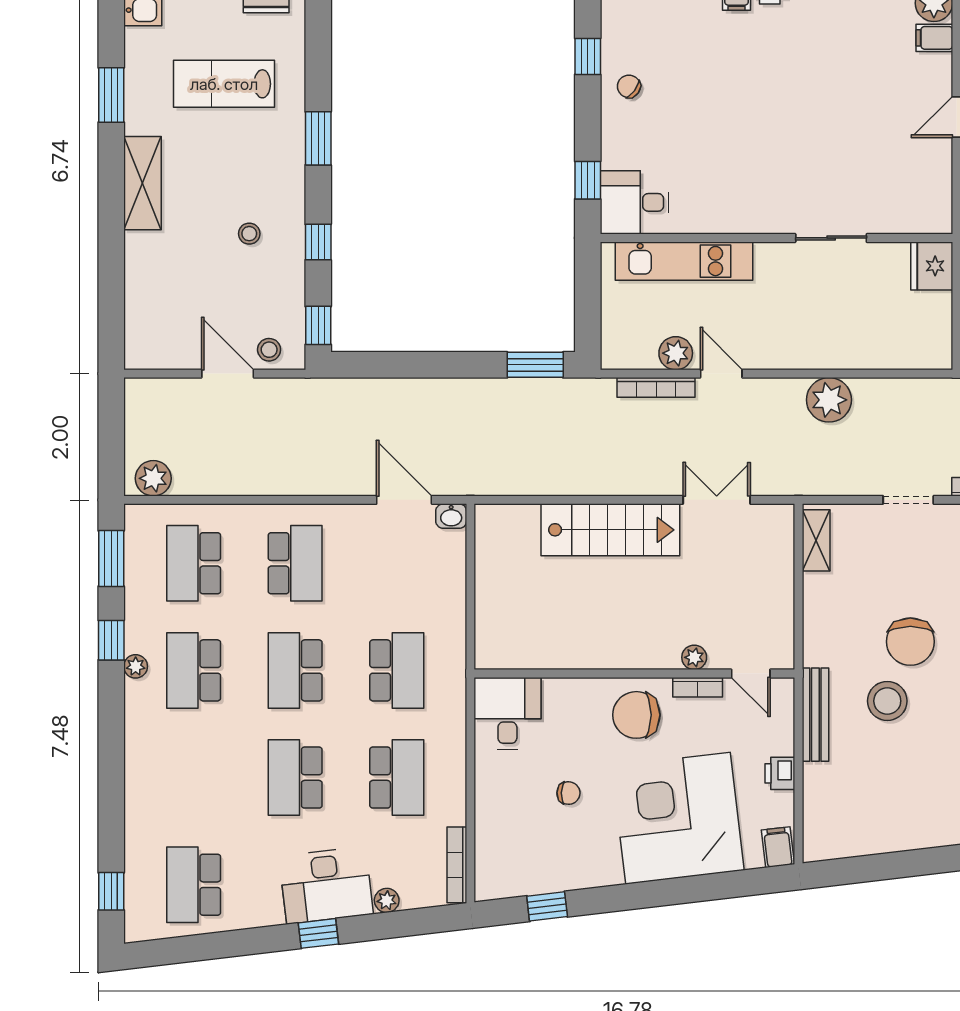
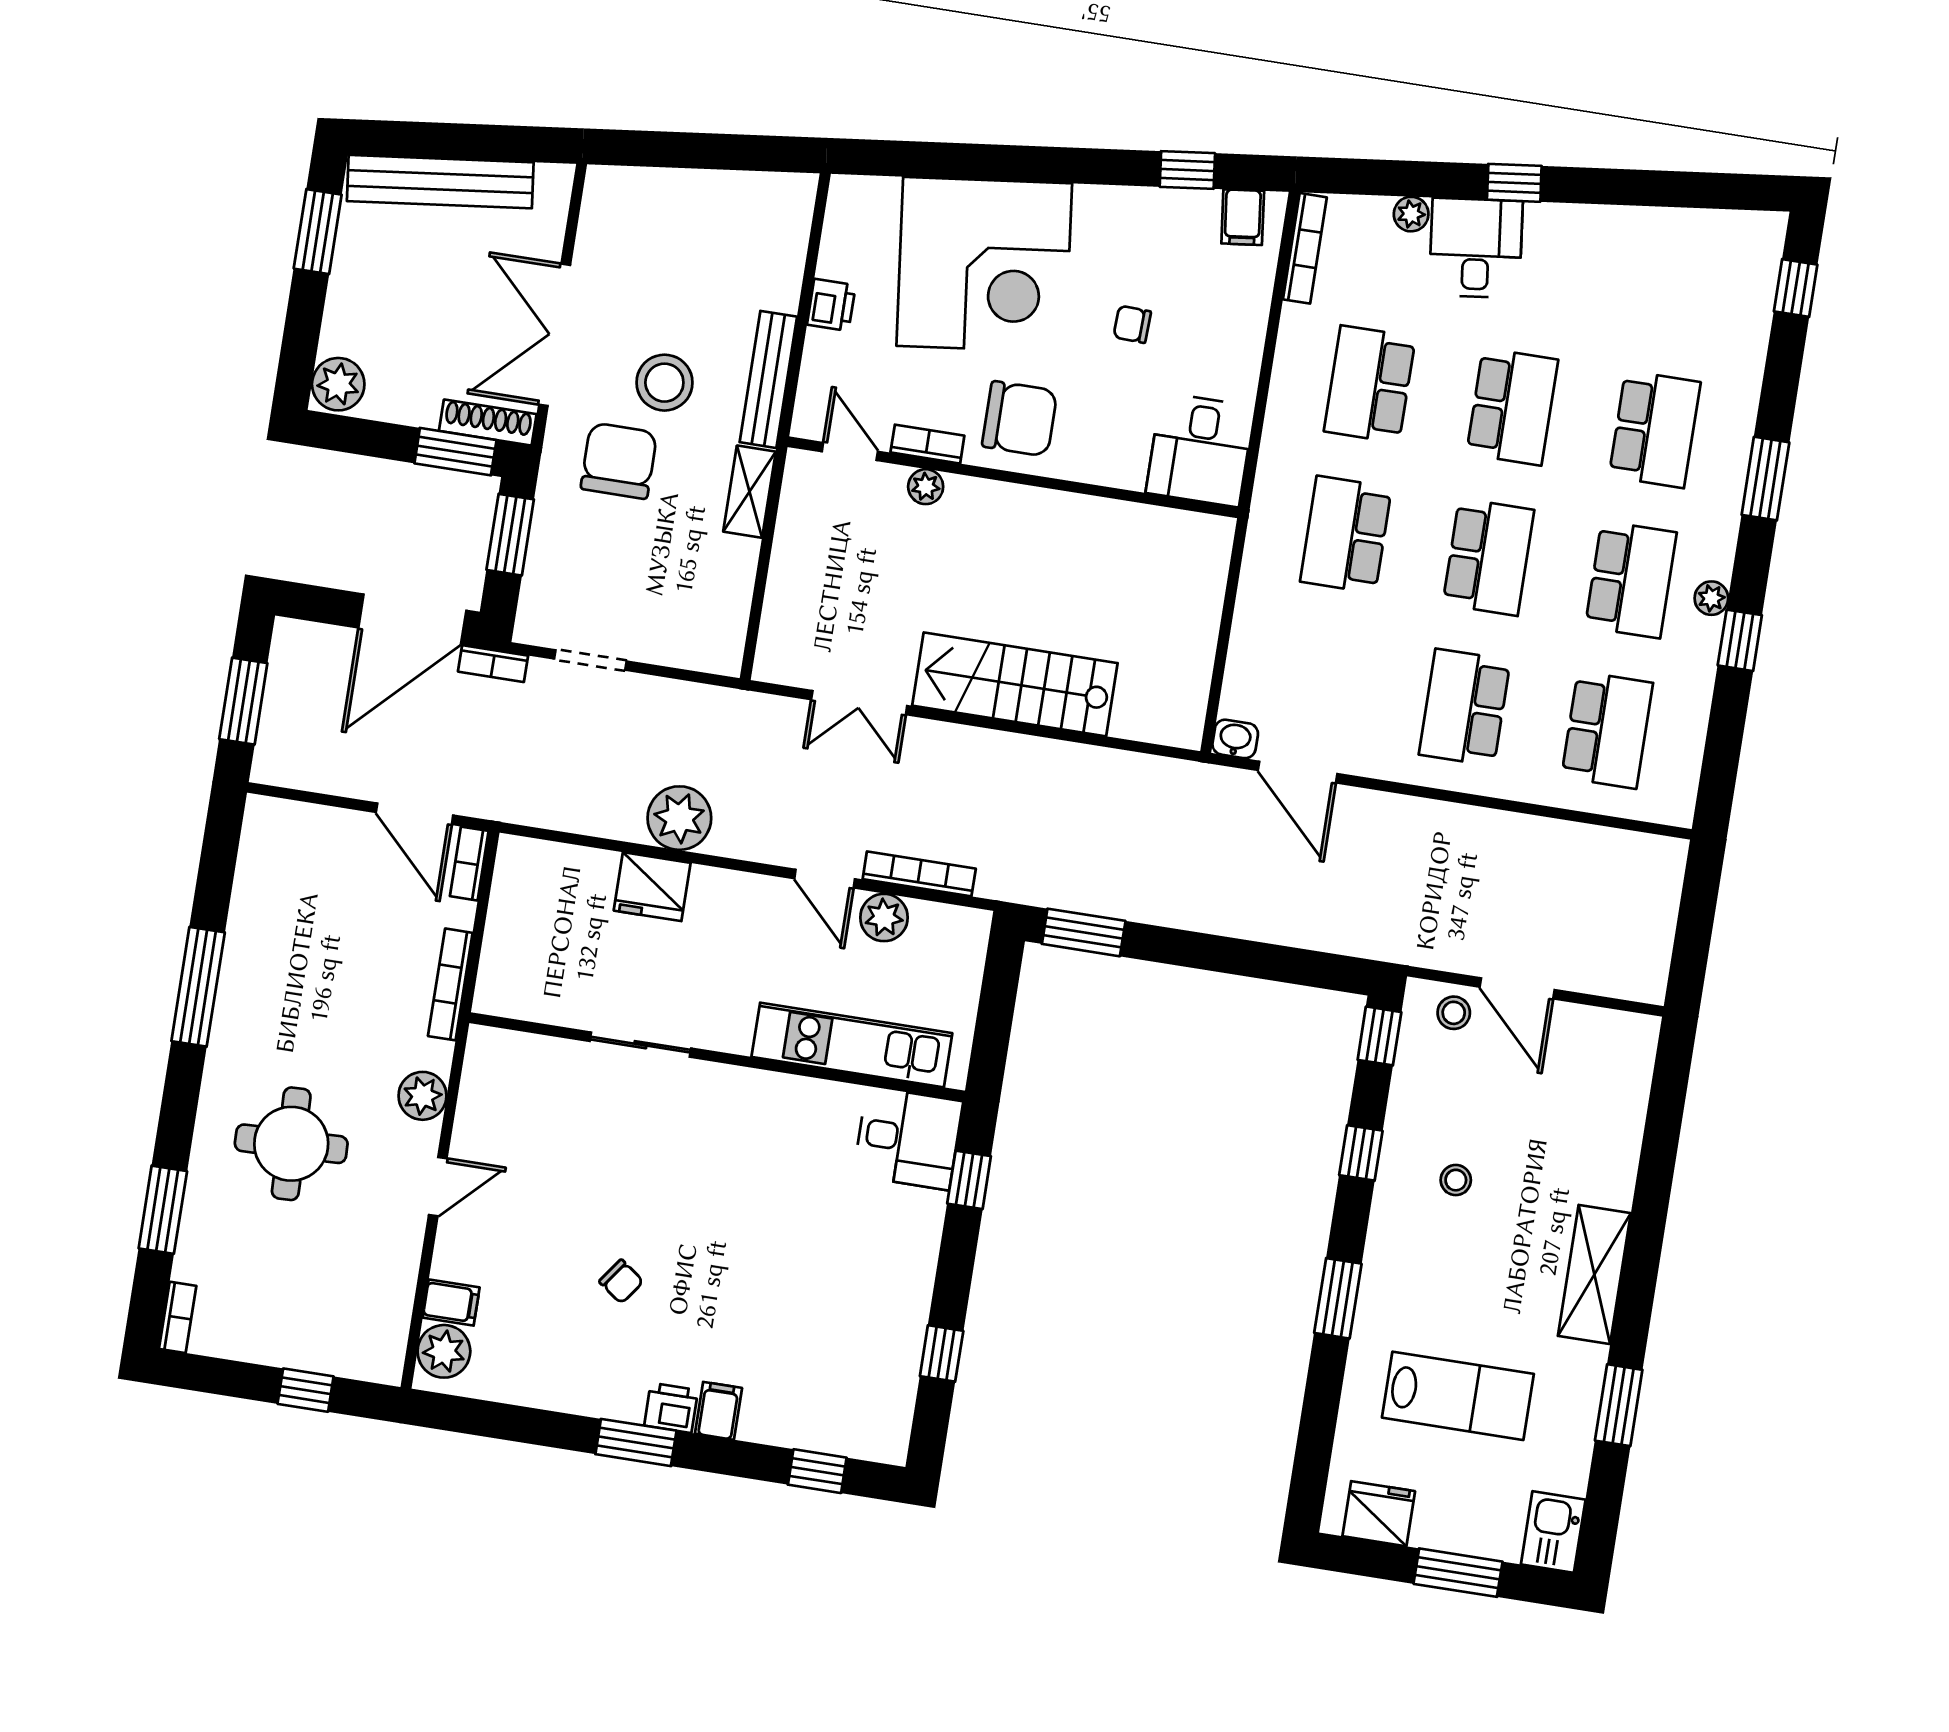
chair: (629, 86) -> (621, 1281), moved
fridge: (932, 266) -> (652, 887), moved, turned 90
plant: (153, 478) -> (1645, 858), removed
shelving: (816, 540) -> (749, 492), moved
window: (111, 559) -> (1765, 479), moved
filing cabinet: (778, 847) -> (1243, 217), moved
school desk: (194, 885) -> (1655, 429), moved
desk: (326, 885) -> (1476, 248), width x0.73

